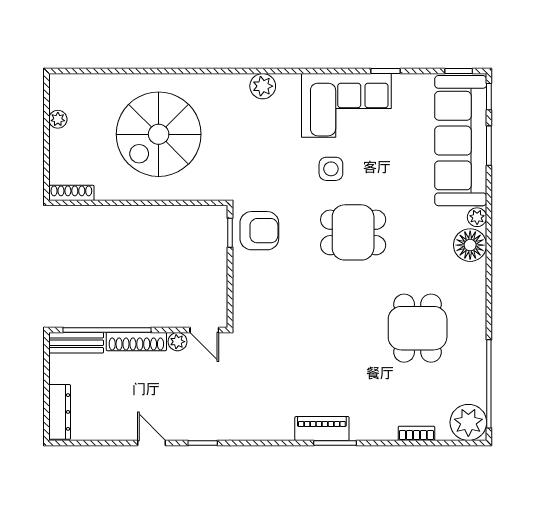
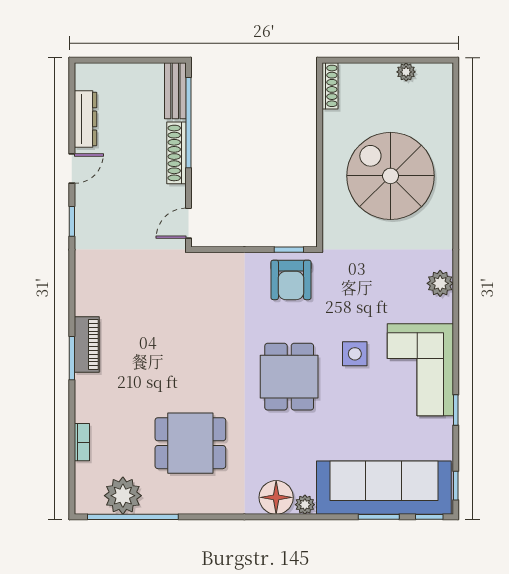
plant: (178, 342) -> (176, 195), removed
dresser: (60, 412) -> (85, 119), moved, turned -90
plant: (468, 422) -> (123, 496), moved

